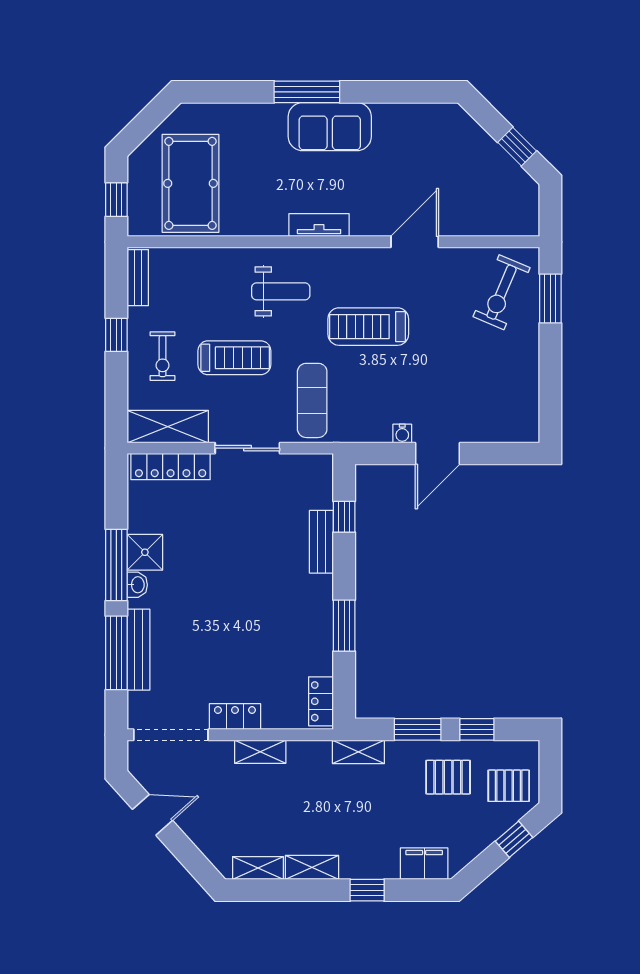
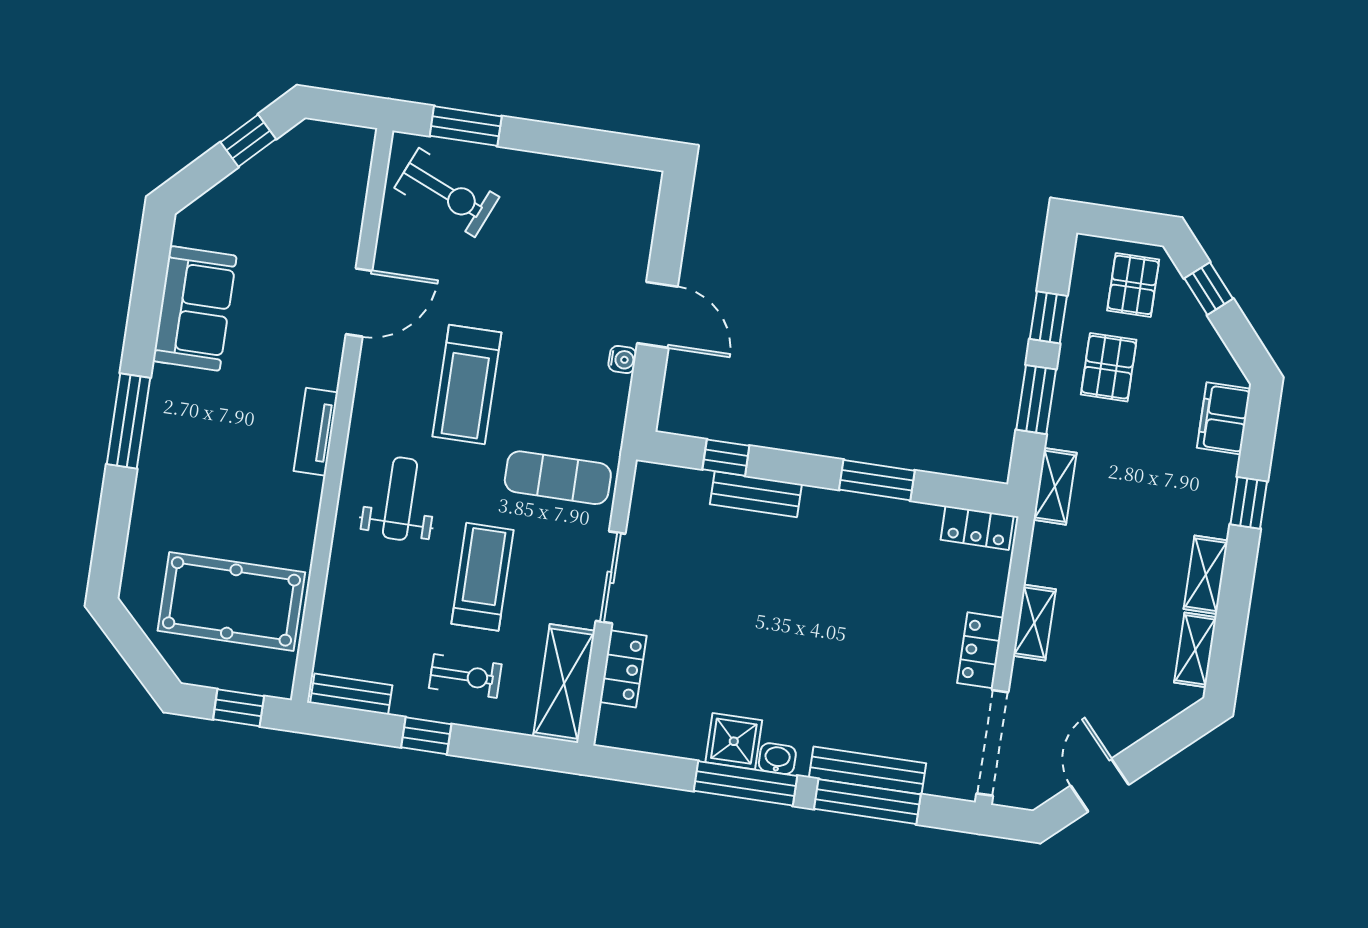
sofa: (330, 127) -> (195, 308), moved
door: (415, 242) -> (359, 302), swing flipped
locker: (171, 467) -> (623, 669), width x0.66

